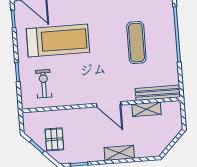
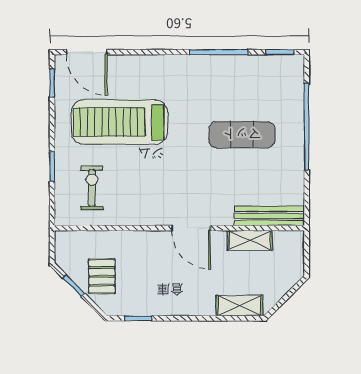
treadmill: (58, 41) -> (119, 122), turned 180
exercise mat: (136, 43) -> (242, 135), turned 90
shelving: (119, 153) -> (239, 306), moved

